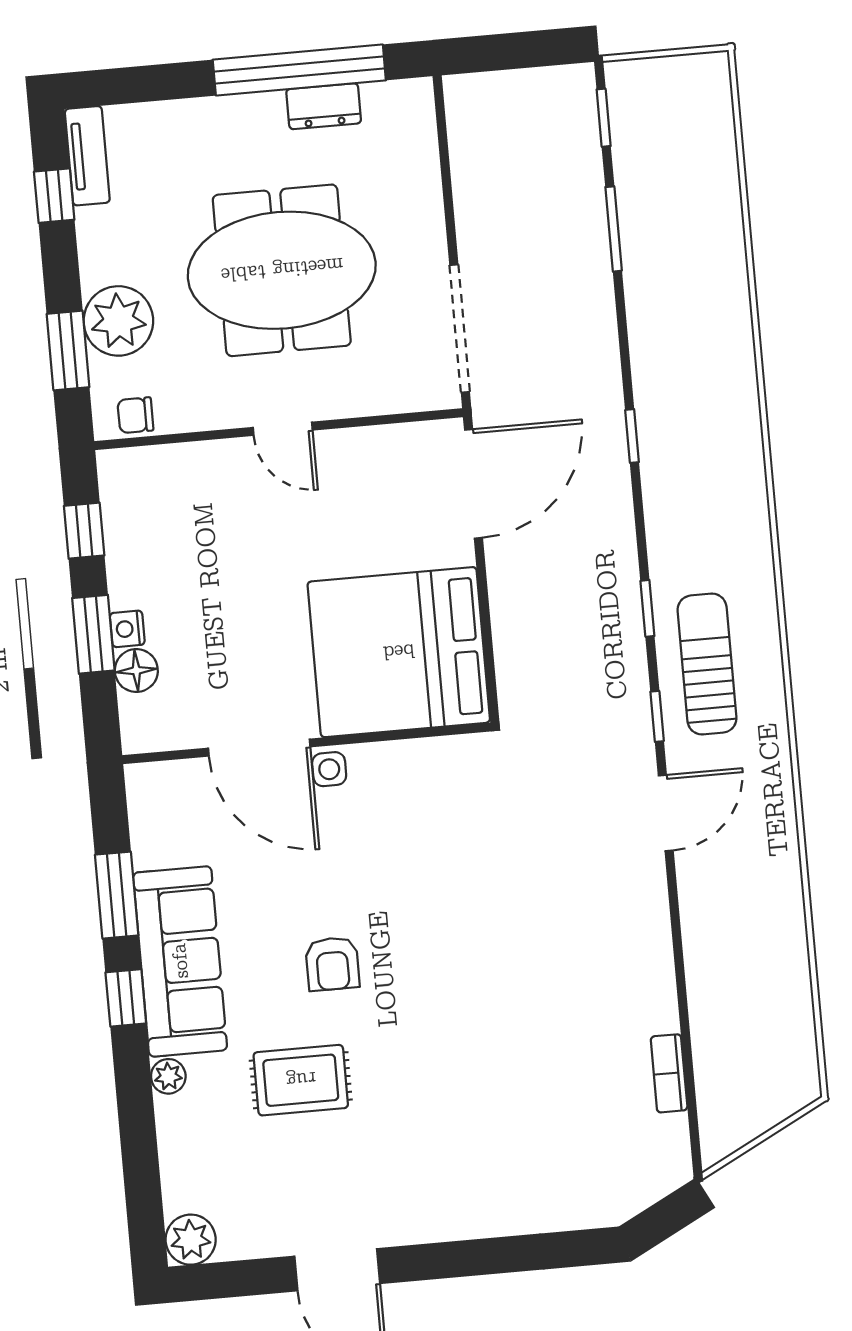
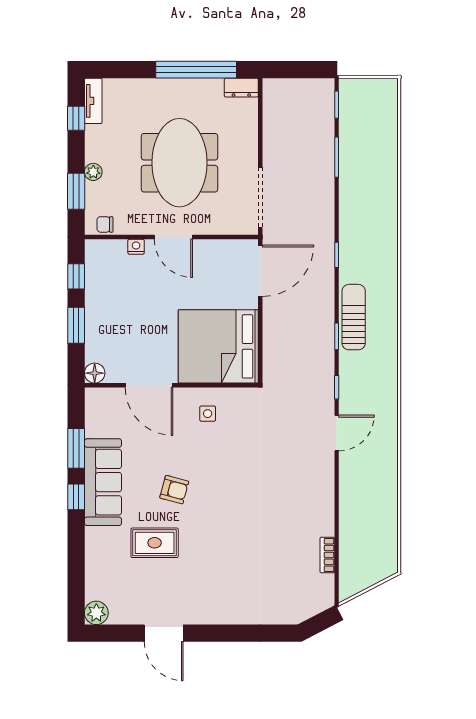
dresser: (324, 106) -> (241, 88), moved
meeting table: (282, 270) -> (179, 163), turned 90
plant: (118, 321) -> (93, 172), width x0.53, depth x0.53
door: (283, 429) -> (173, 237), width x1.38
nightstand: (127, 629) -> (136, 247), moved, turned 90
sun lounger: (707, 664) -> (354, 317), moved
floor lamp: (136, 671) -> (95, 373), moved
side table: (329, 769) -> (208, 414), moved
armchair: (332, 964) -> (174, 490), turned -75
plant: (168, 1076) -> (93, 535), removed

